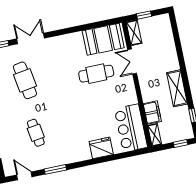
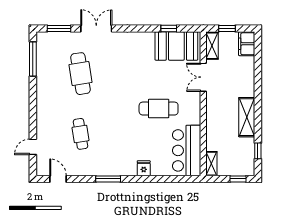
window: (93, 25) -> (169, 29), added
cafe table: (96, 74) -> (159, 109), moved
filing cabinet: (152, 113) -> (247, 44), moved, turned 180
fridge: (101, 148) -> (144, 168), width x0.53, depth x0.75
window: (55, 169) -> (108, 179), moved

